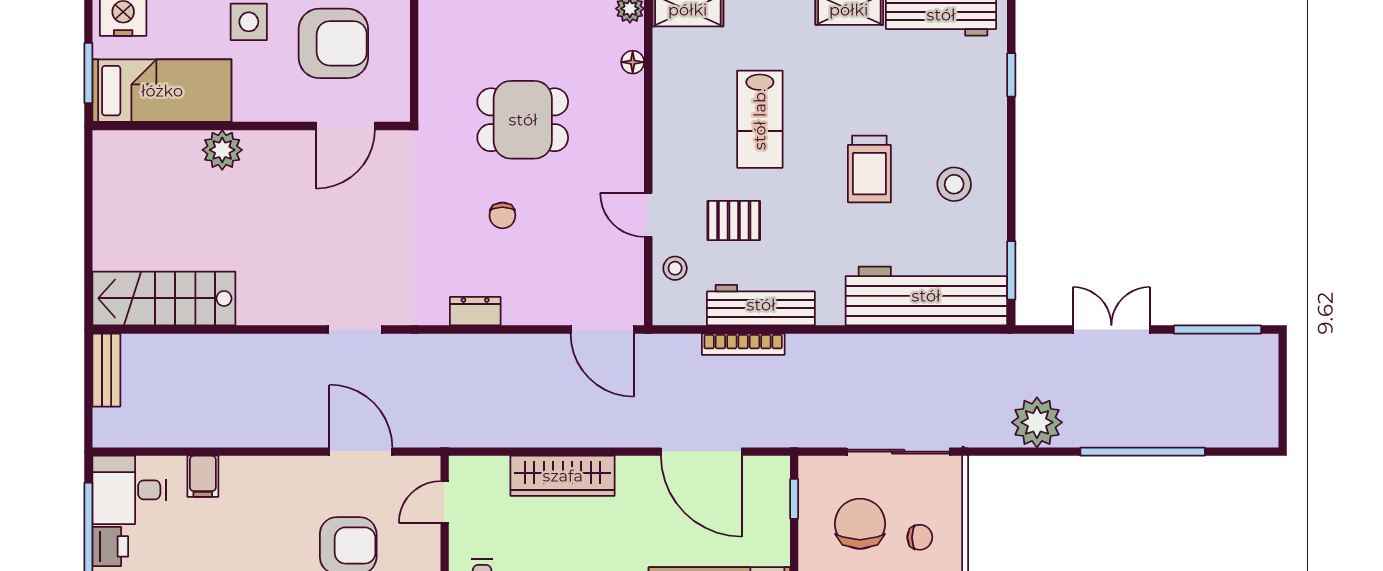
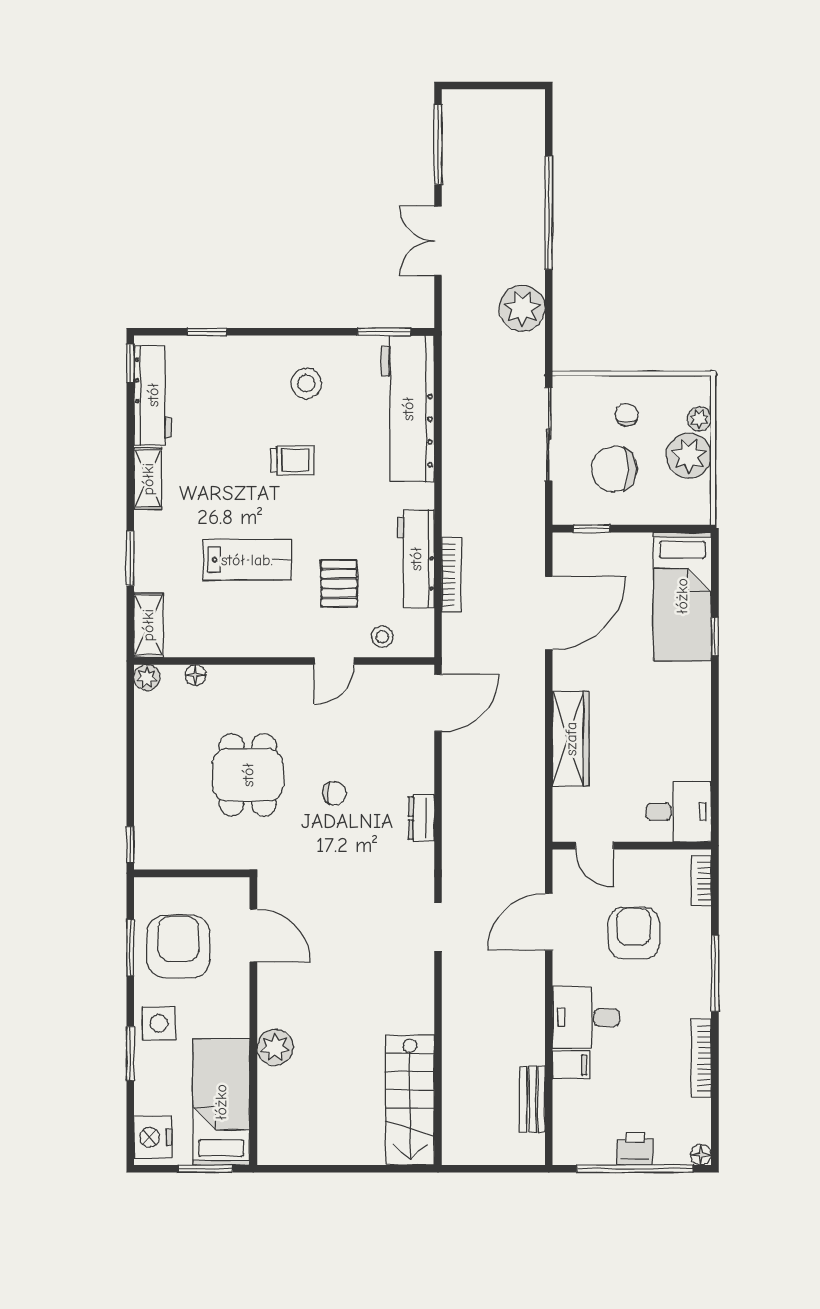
trolley: (869, 169) -> (292, 460), width x0.73, depth x0.72
bench: (106, 370) -> (532, 1099), moved, turned 90
desk: (129, 490) -> (586, 1017), moved, turned 90

